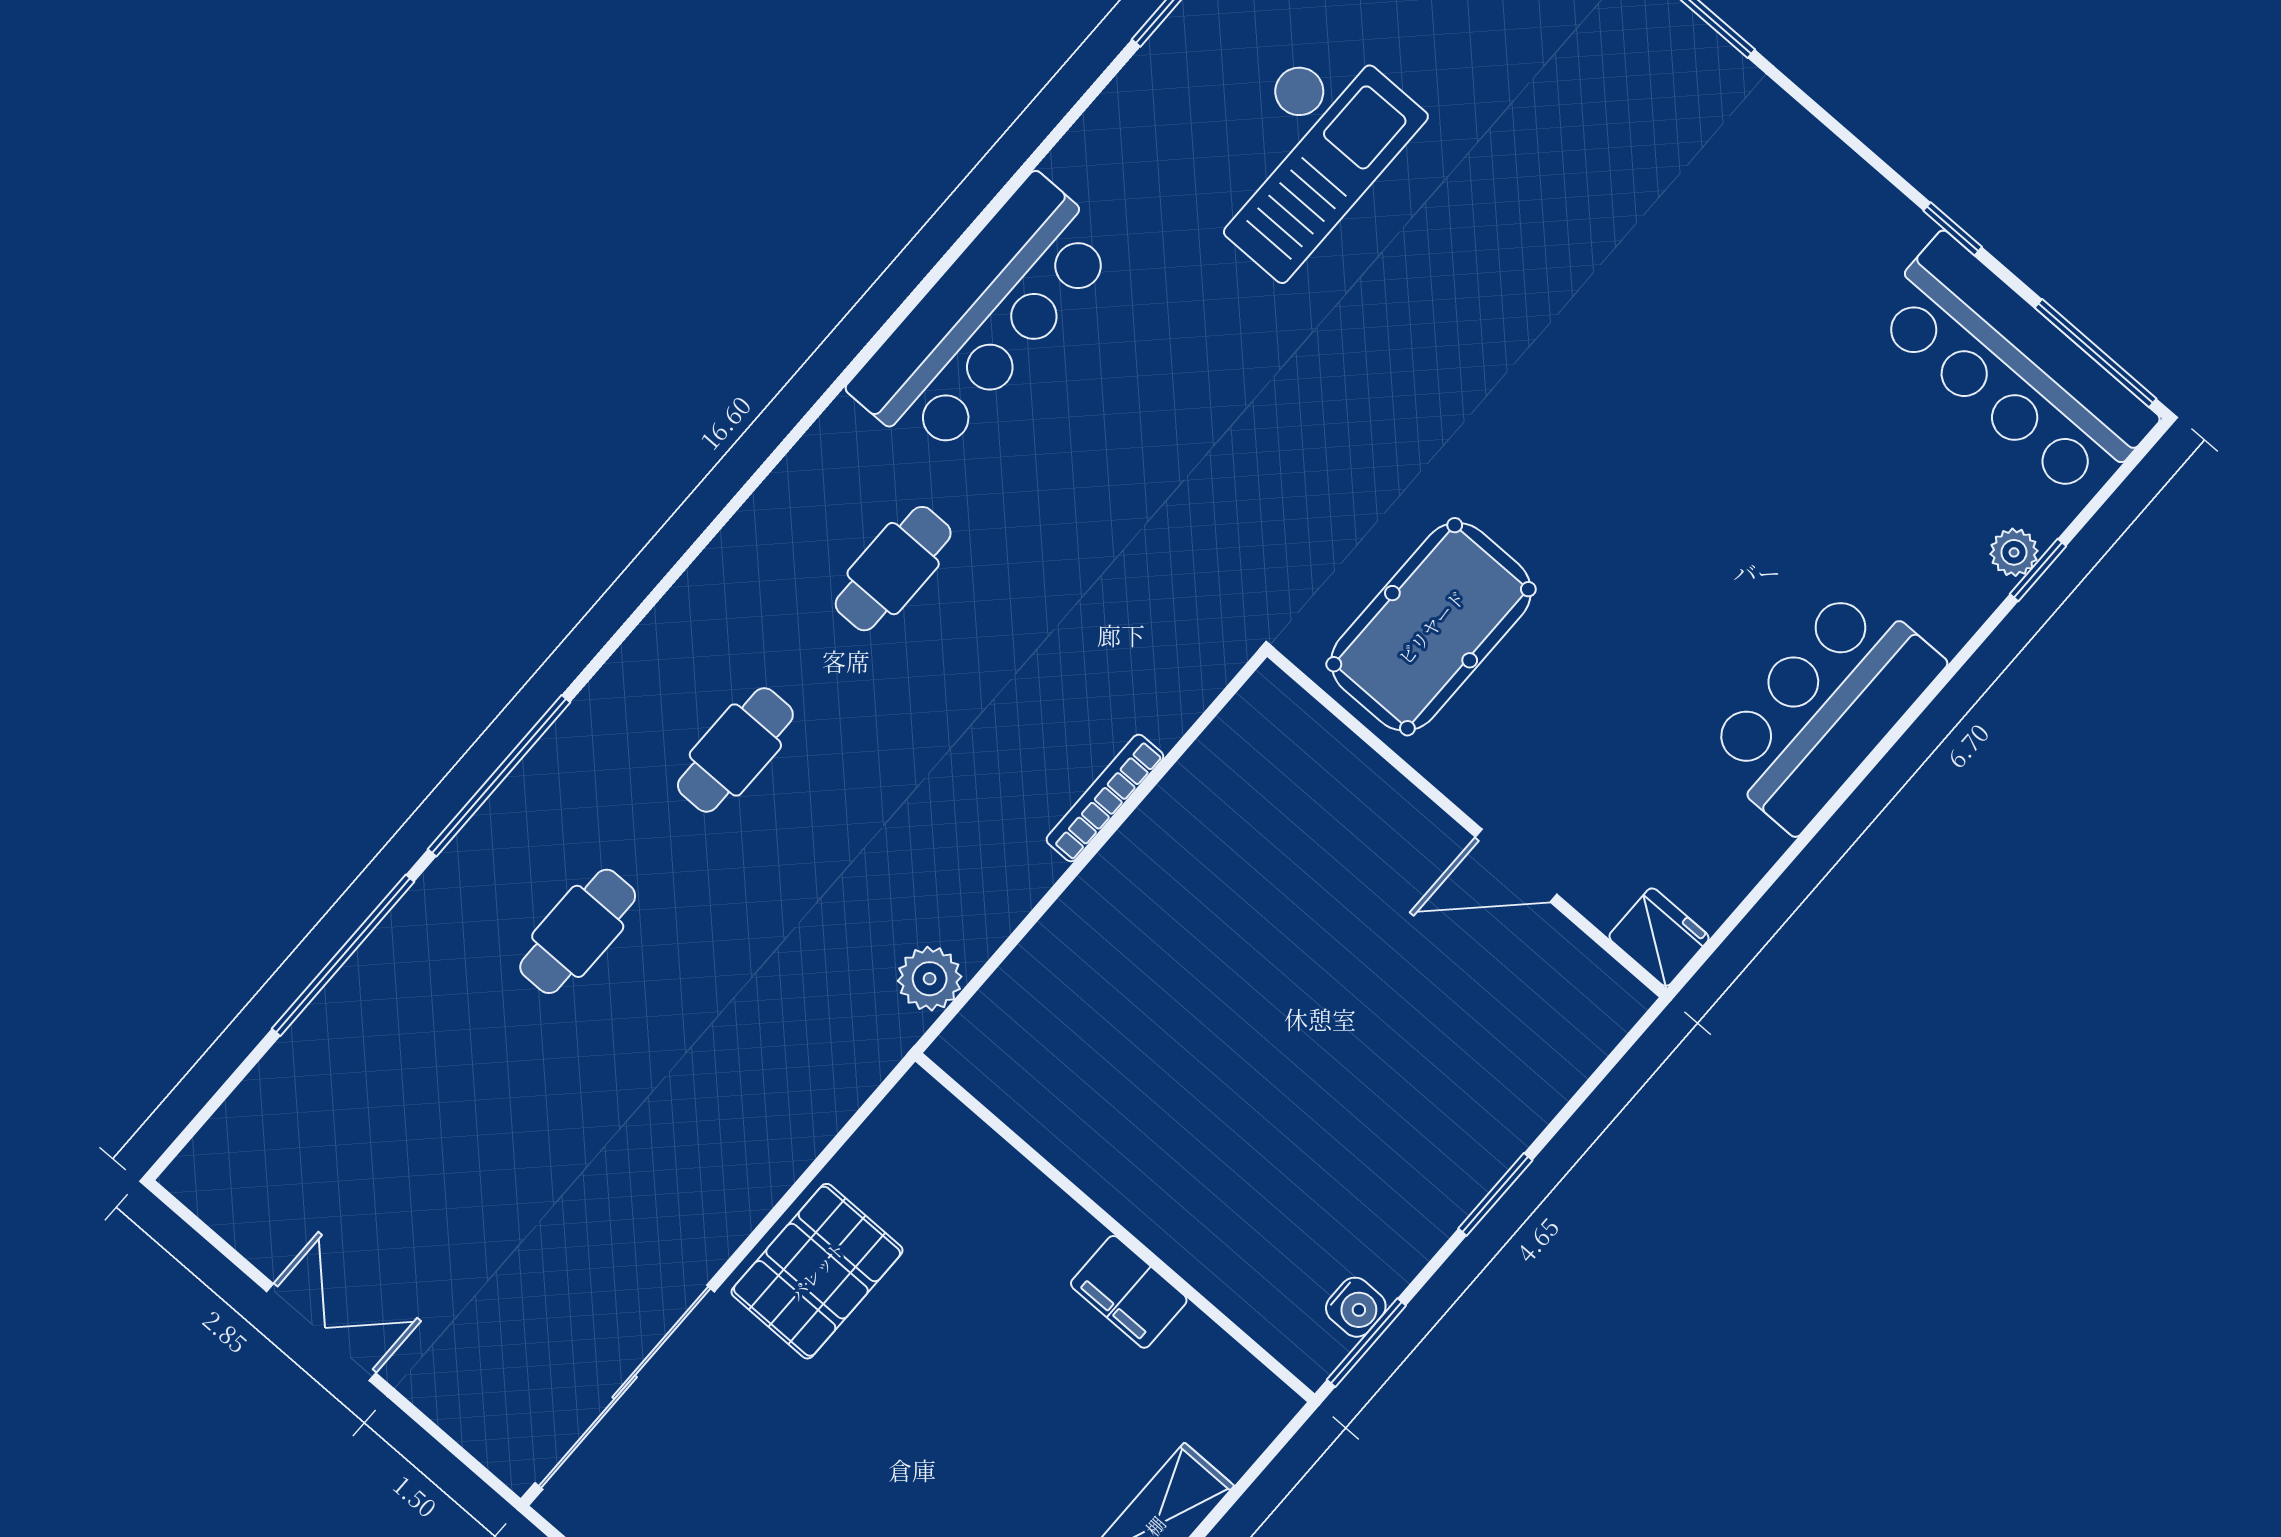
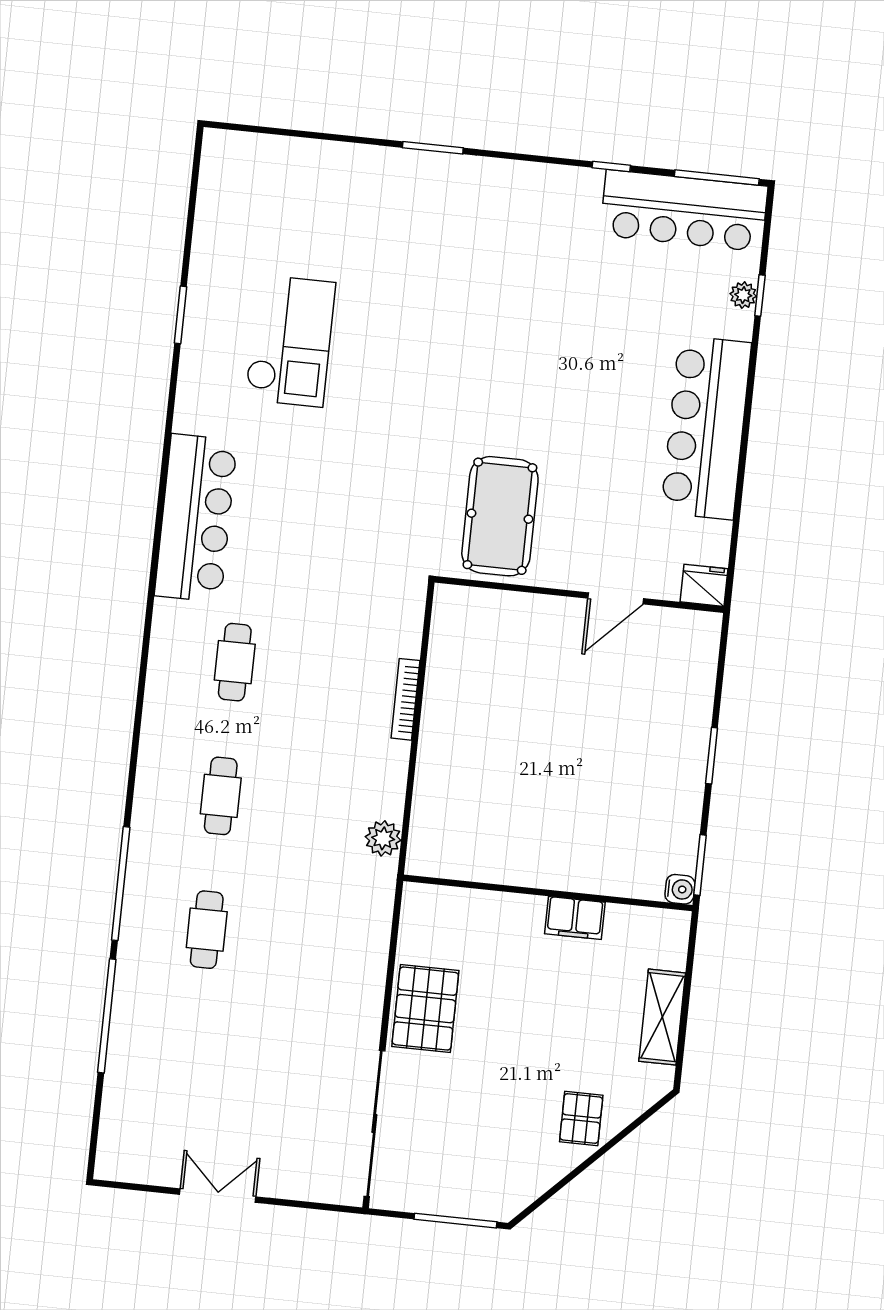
bar counter: (1824, 708) -> (706, 428), width x1.36
water cooler: (1356, 1307) -> (680, 889), moved

